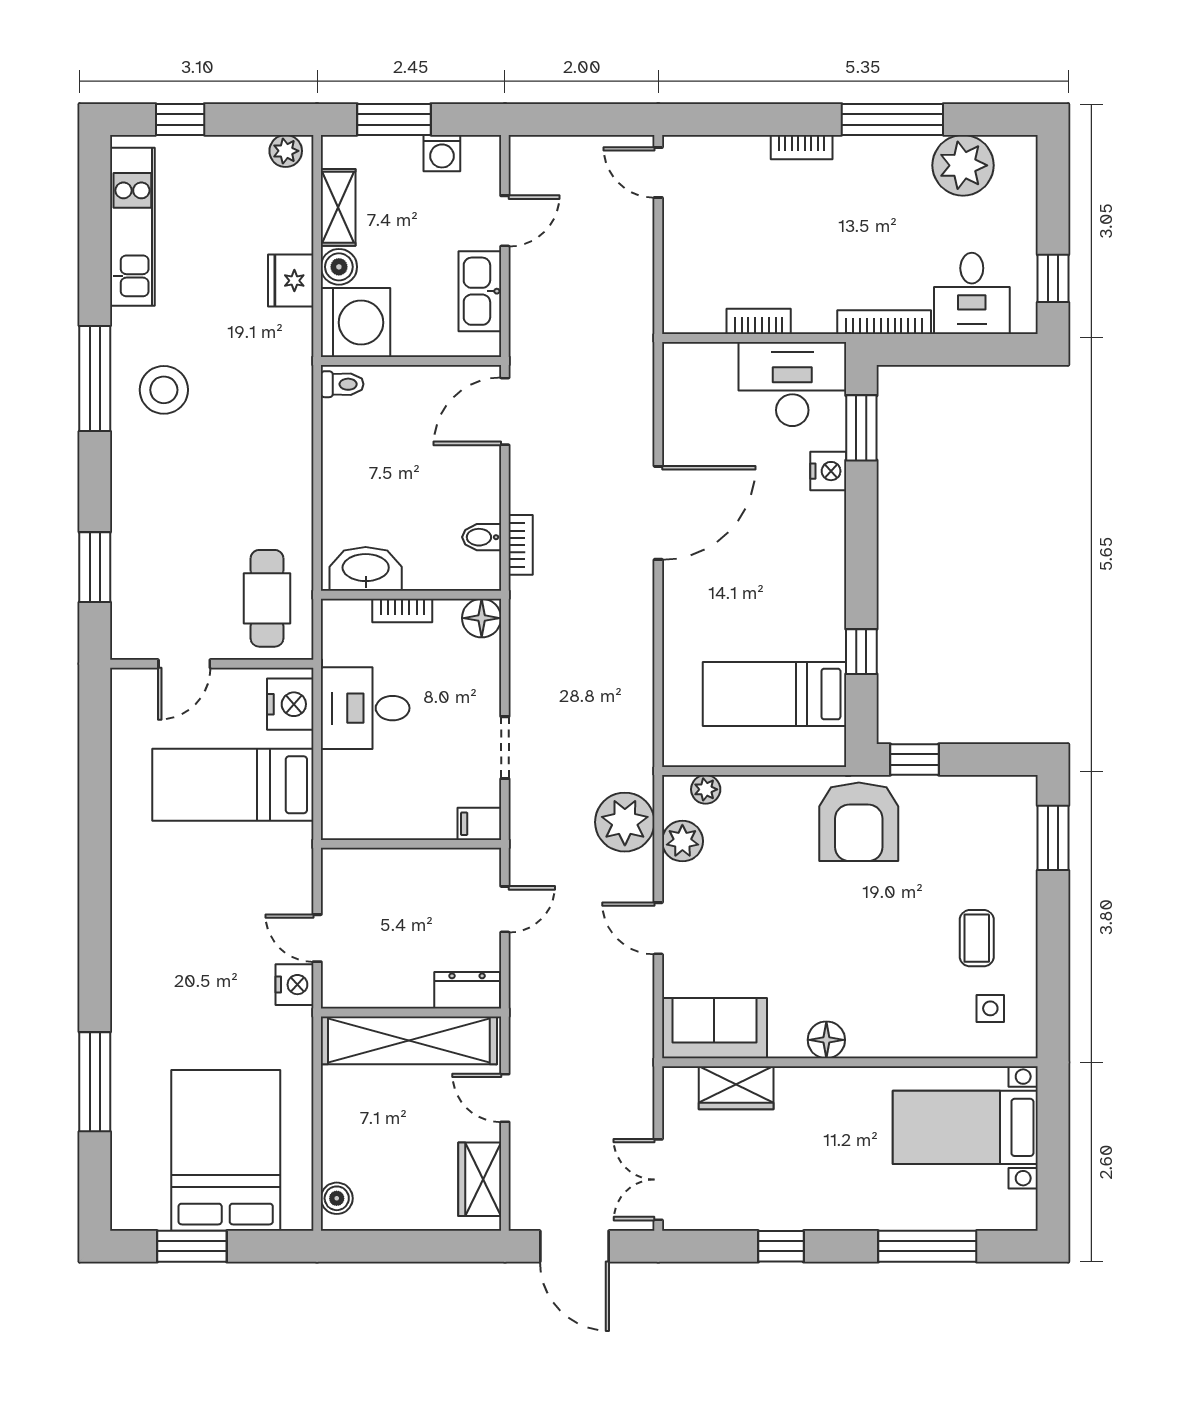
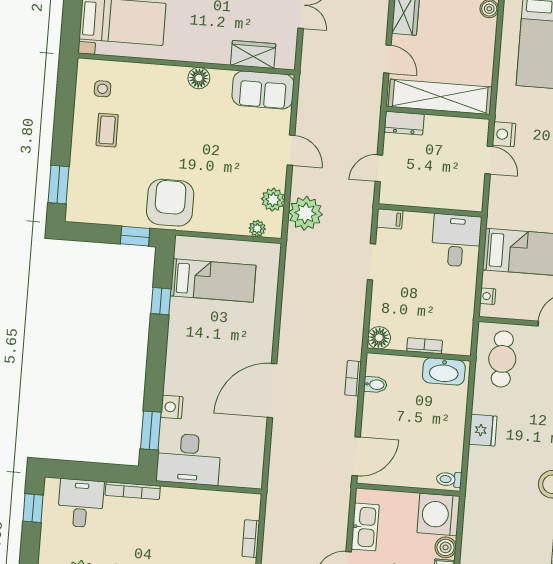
fridge: (291, 281) -> (483, 430), moved
bookcase: (759, 321) -> (251, 539), moved, turned 90
nightstand: (290, 704) -> (488, 296), width x0.53, depth x0.56
desk: (365, 708) -> (456, 240), moved, turned -90

